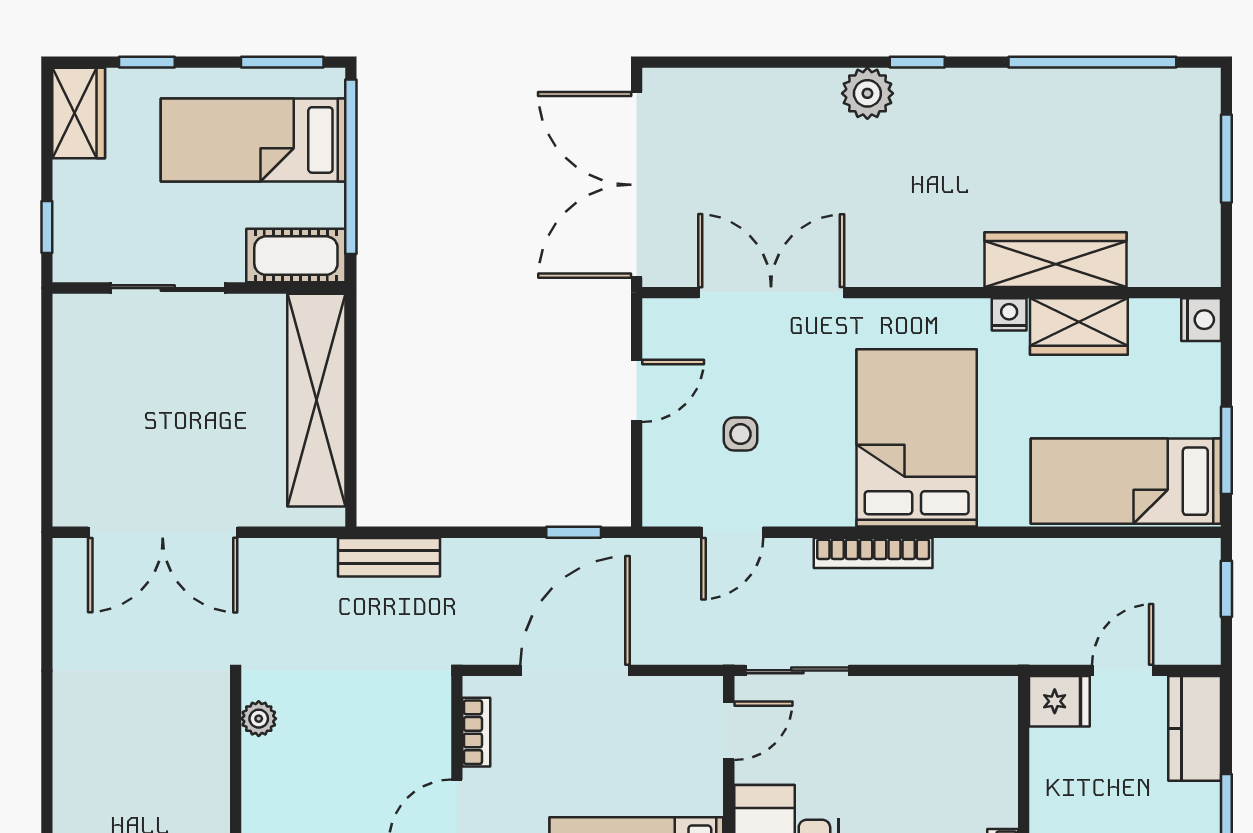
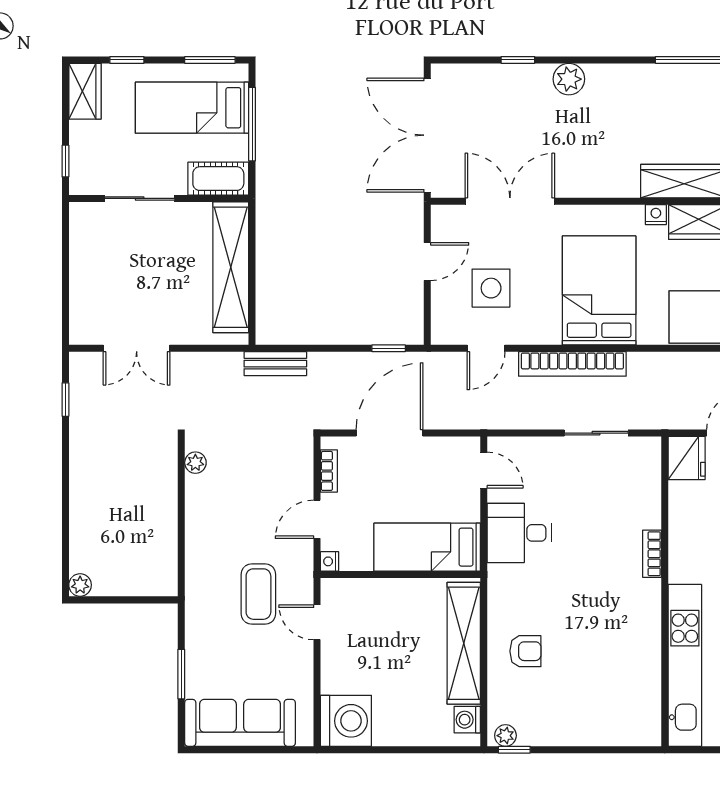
window: (917, 62) -> (518, 60), moved
window: (351, 167) -> (252, 124), width x0.68
side table: (740, 434) -> (491, 288), width x1.87, depth x1.87
double door: (163, 532) -> (137, 348), width x0.73
bookcase: (873, 553) -> (572, 364), width x1.48, depth x1.31
window: (47, 616) -> (65, 400), added
sliding door: (797, 670) -> (596, 433), moved
fridge: (1059, 701) -> (687, 458), width x1.38
door: (729, 731) -> (484, 470), hinge flipped

